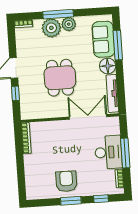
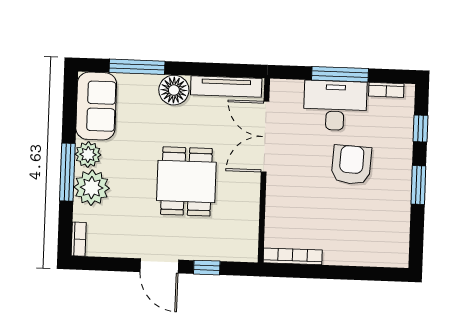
sofa: (103, 39) -> (96, 106), moved, turned -90
dining table: (60, 78) -> (186, 181), turned 90
armchair: (66, 181) -> (351, 165), moved, turned 93

